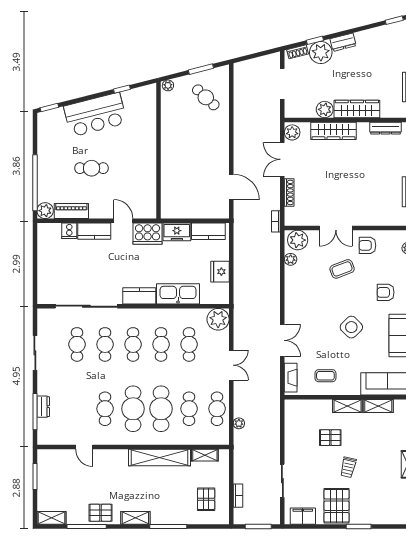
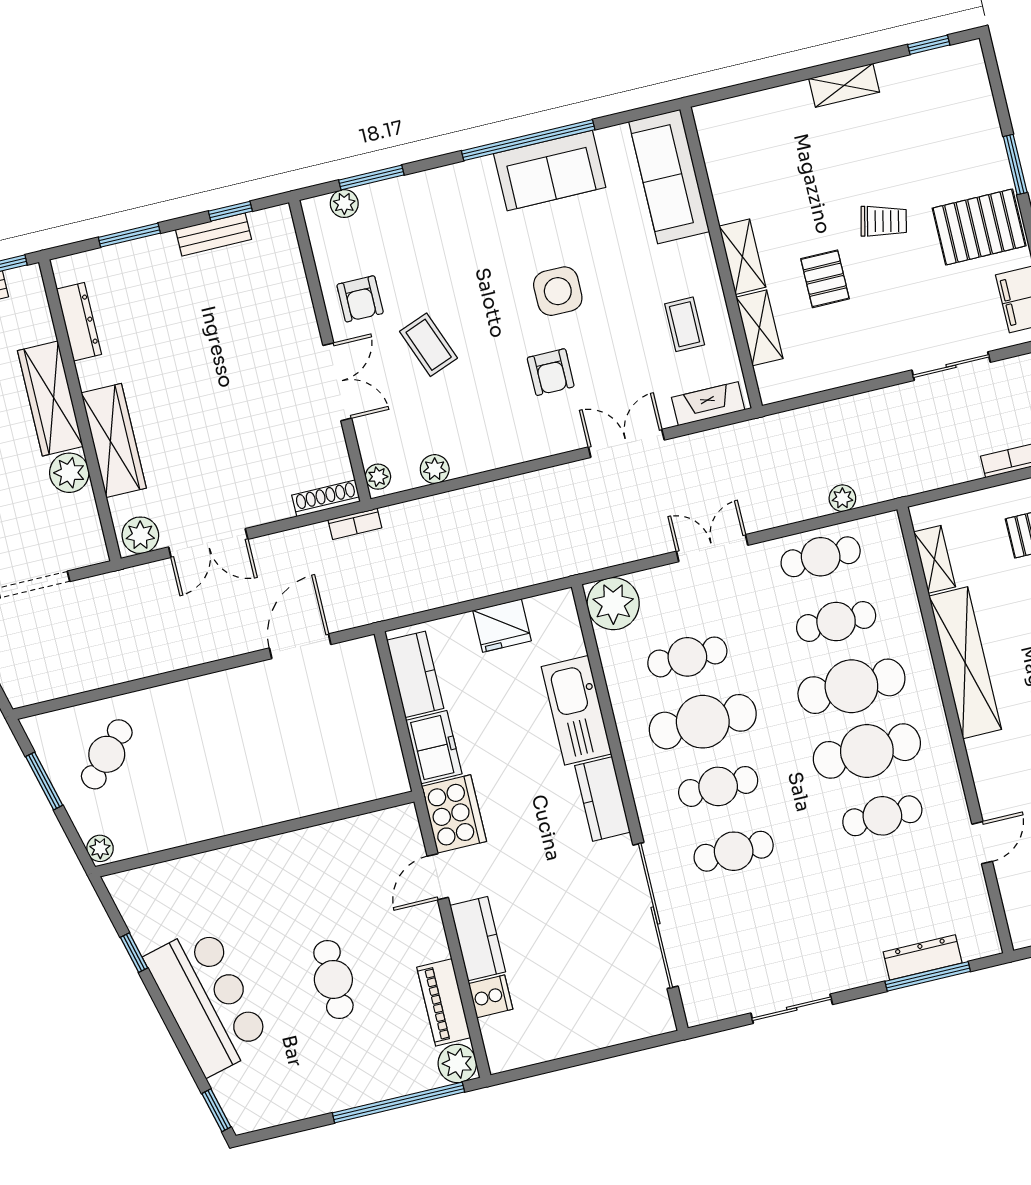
shoe rack: (289, 192) -> (326, 498), moved
plant: (298, 240) -> (378, 477), width x0.53, depth x0.53
armchair: (386, 292) -> (551, 372), moved
side table: (351, 327) -> (558, 291), turned 45
cafe table: (77, 344) -> (749, 916), removed
cafe table: (161, 344) -> (703, 722), width x1.37, depth x1.35
shelving: (378, 406) -> (759, 328), moved
dresser: (43, 407) -> (923, 957), width x1.44

